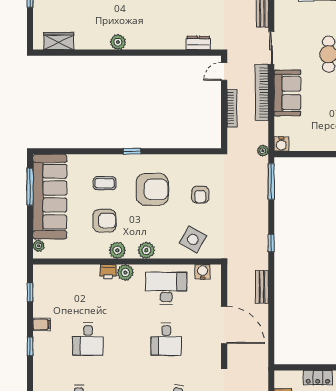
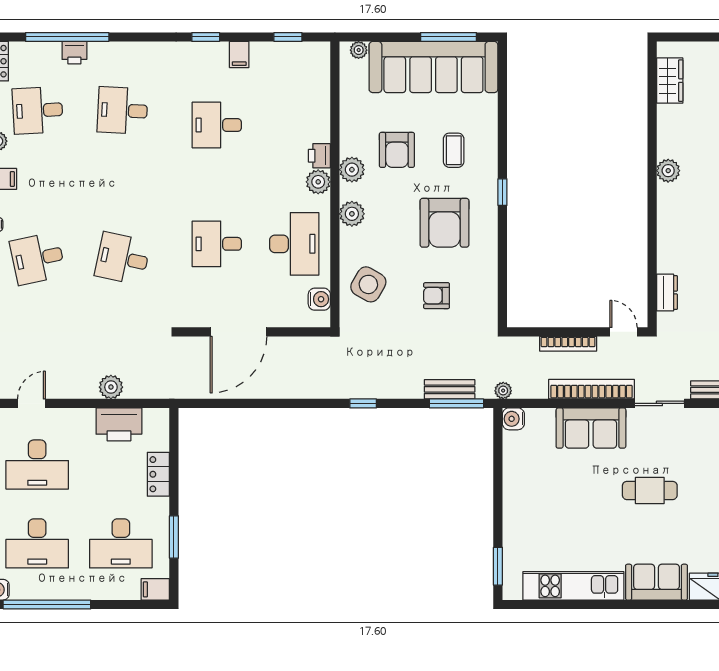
bench: (262, 287) -> (450, 389), moved

